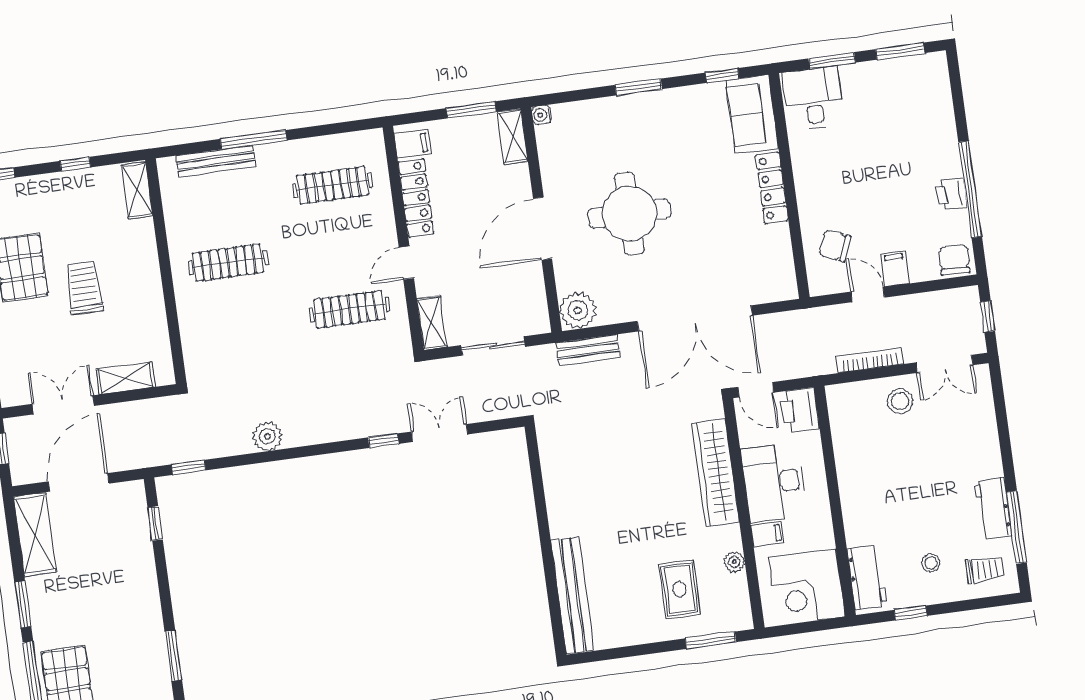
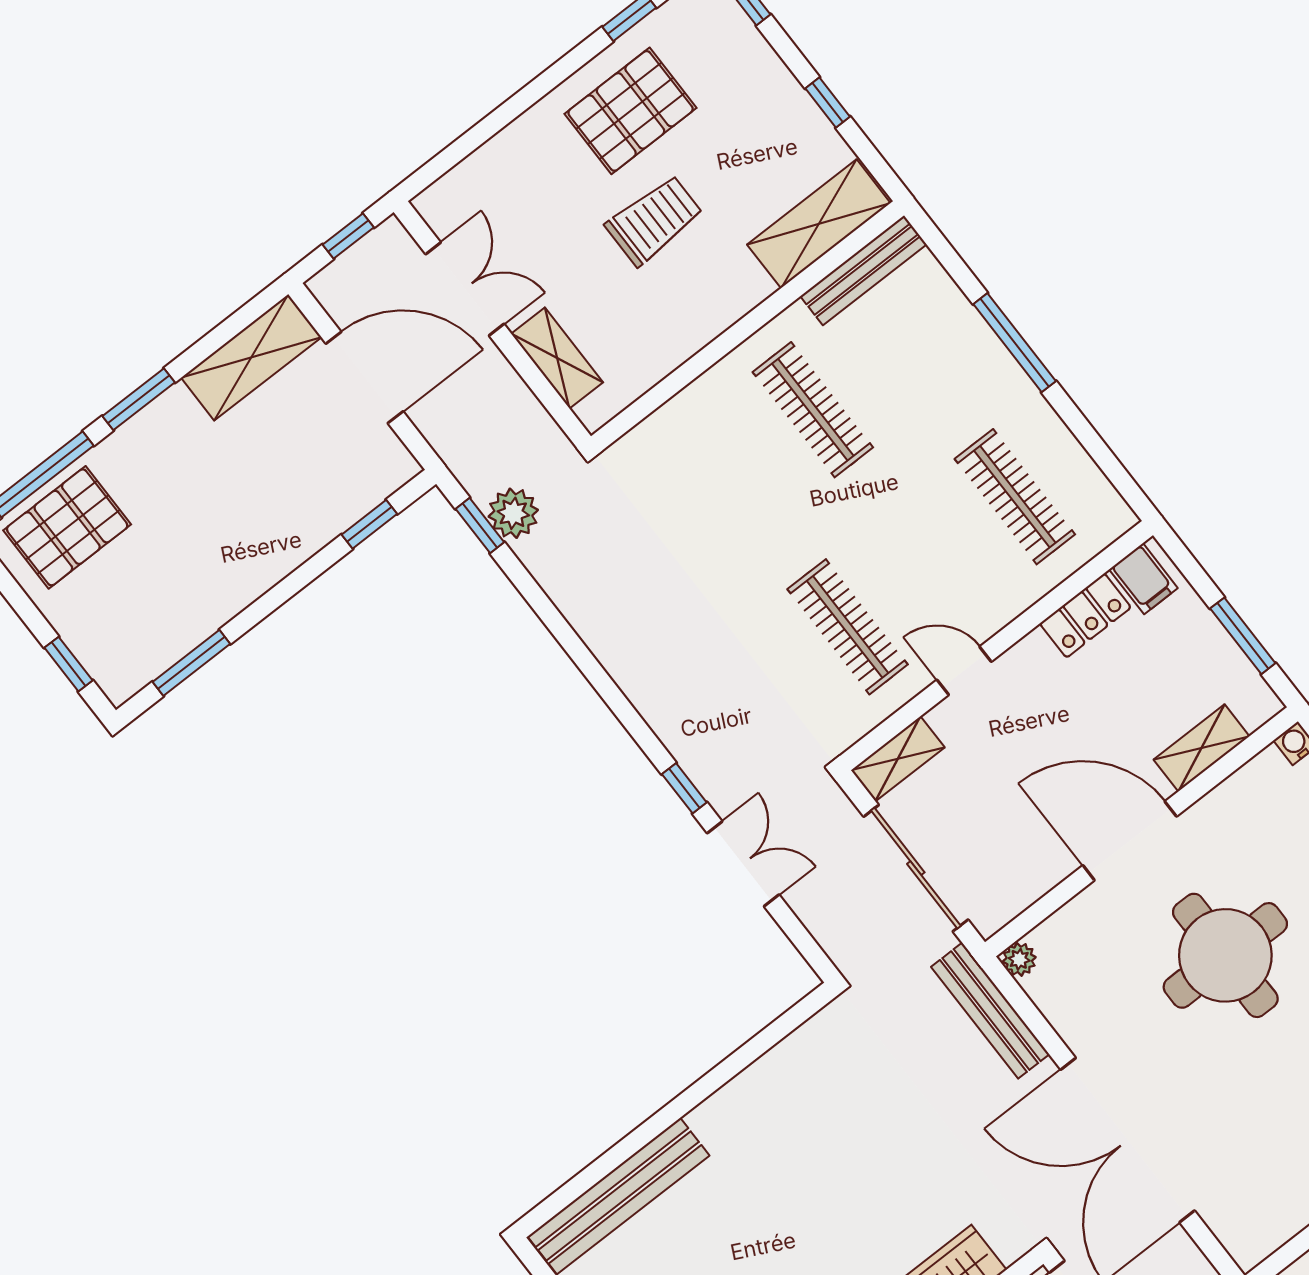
shelving: (512, 136) -> (1202, 748), moved
bench: (216, 161) -> (863, 270), moved, turned 90
shelving: (137, 190) -> (819, 224), width x1.50, depth x1.33
locker: (416, 198) -> (1085, 615), width x0.66
plant: (578, 310) -> (1019, 959), width x0.53, depth x0.53
sliding door: (493, 346) -> (916, 868), width x1.37
bench: (588, 350) -> (990, 1011), width x1.36
plant: (267, 436) -> (513, 513), moved

